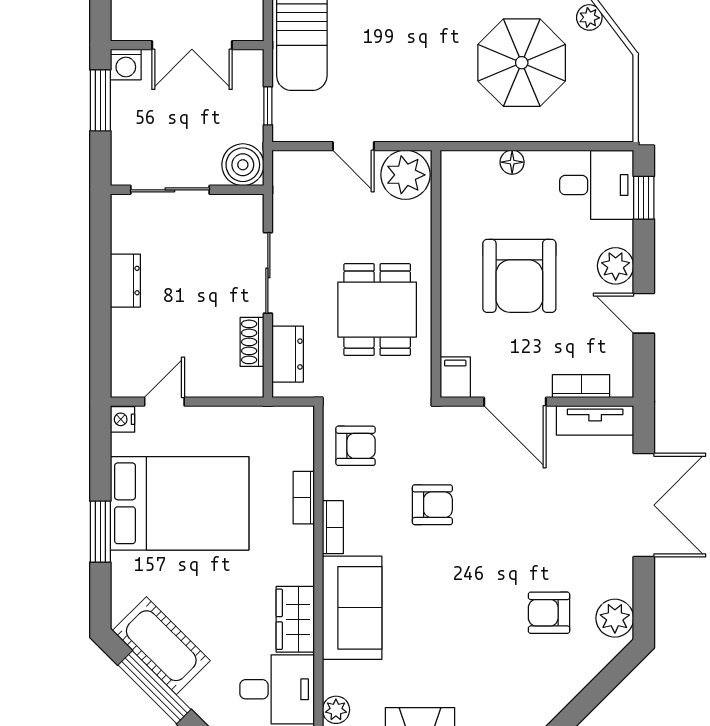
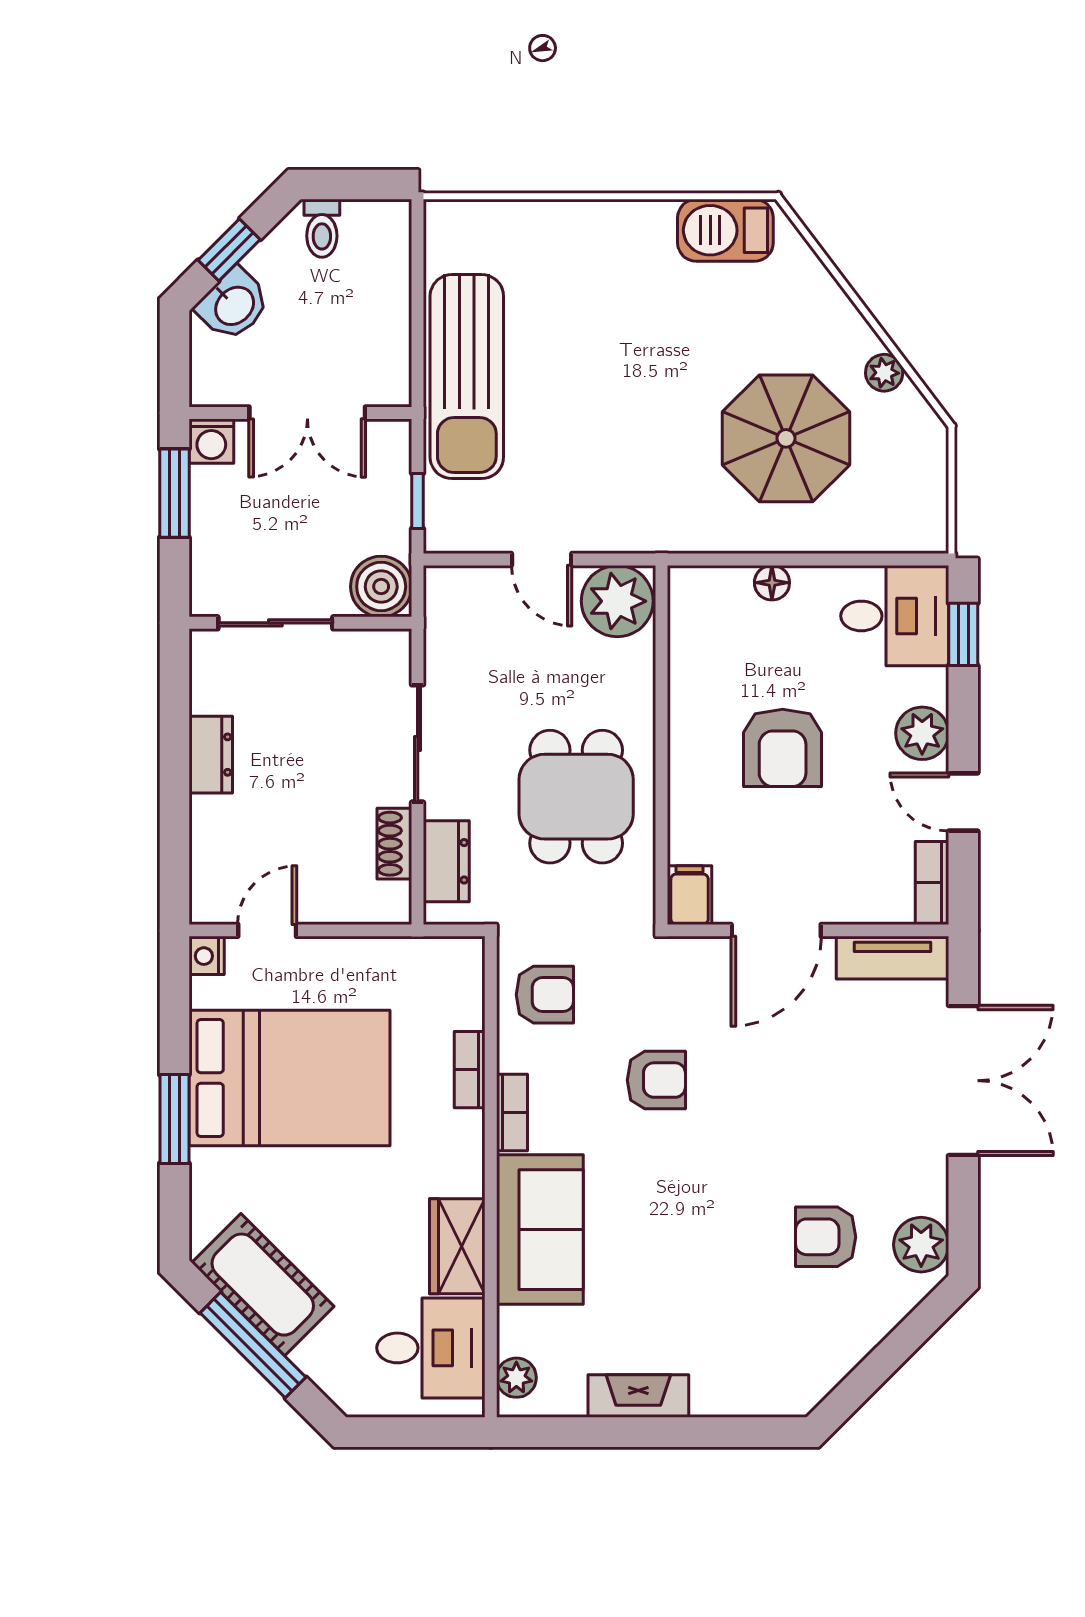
armchair: (519, 276) -> (783, 748), width x0.73, depth x0.73
bookcase: (581, 386) -> (932, 883), moved, turned -90
door: (515, 402) -> (776, 930), hinge flipped

